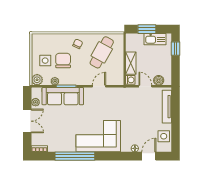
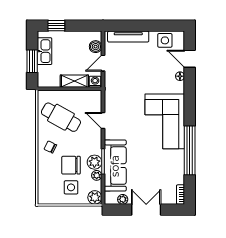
plant: (66, 79) -> (94, 162), added

